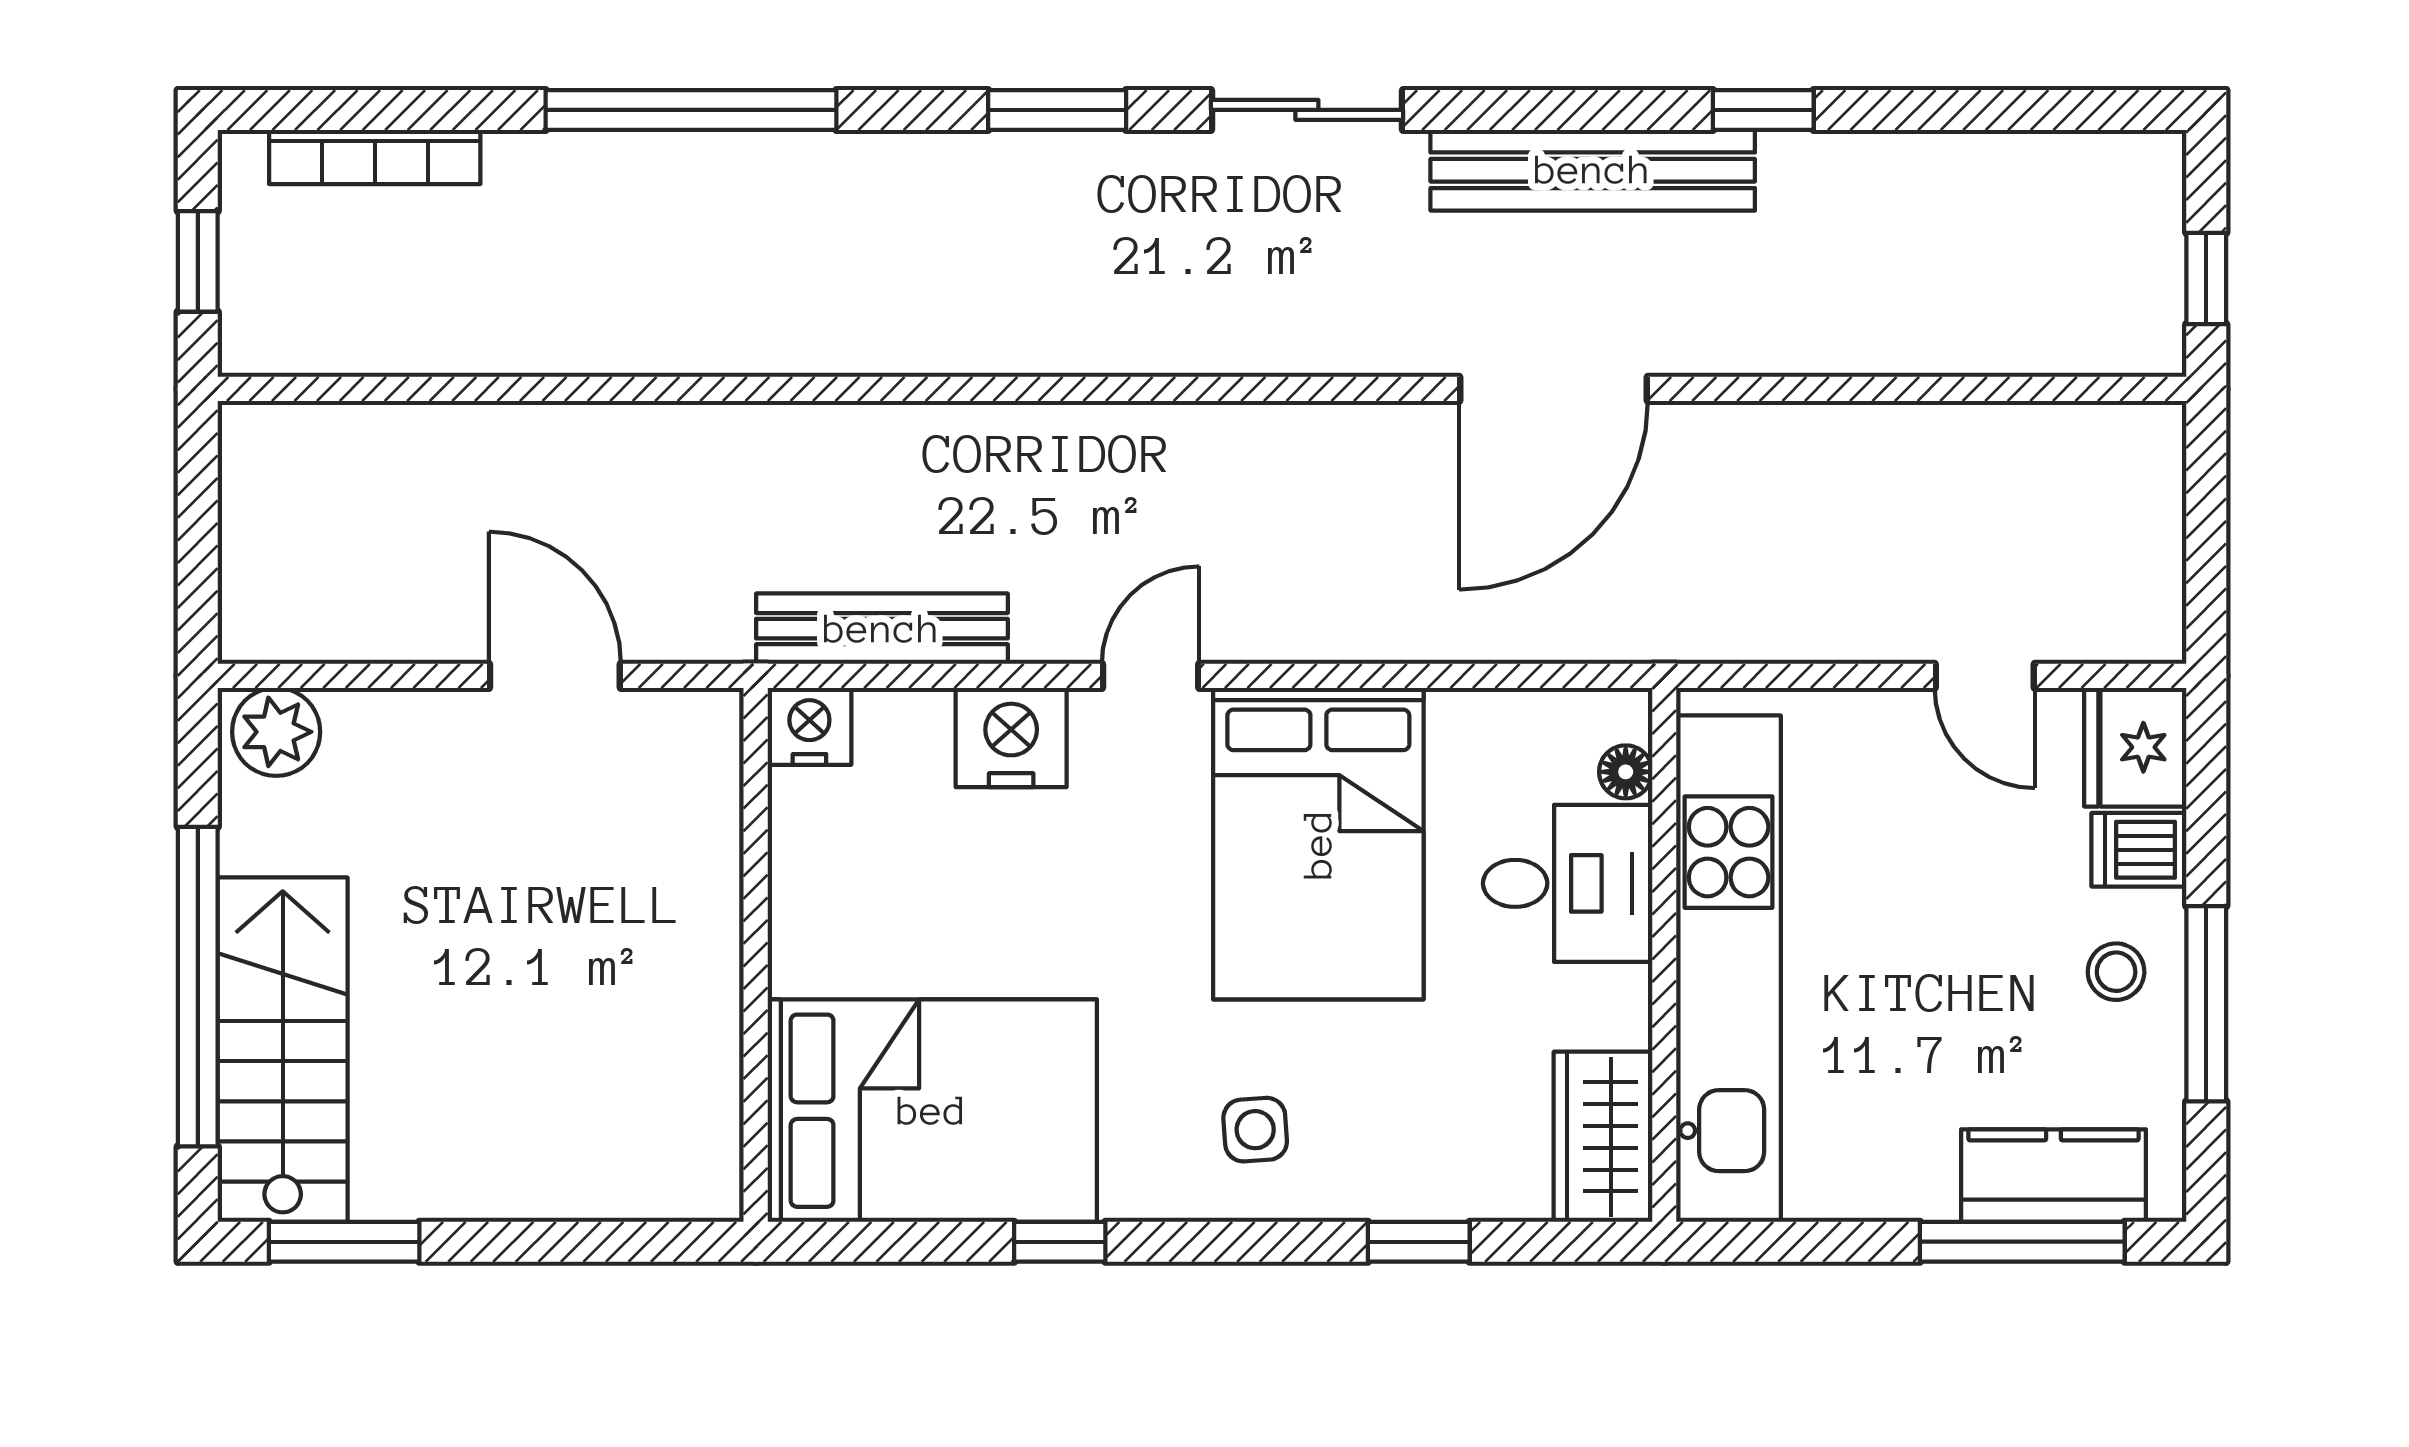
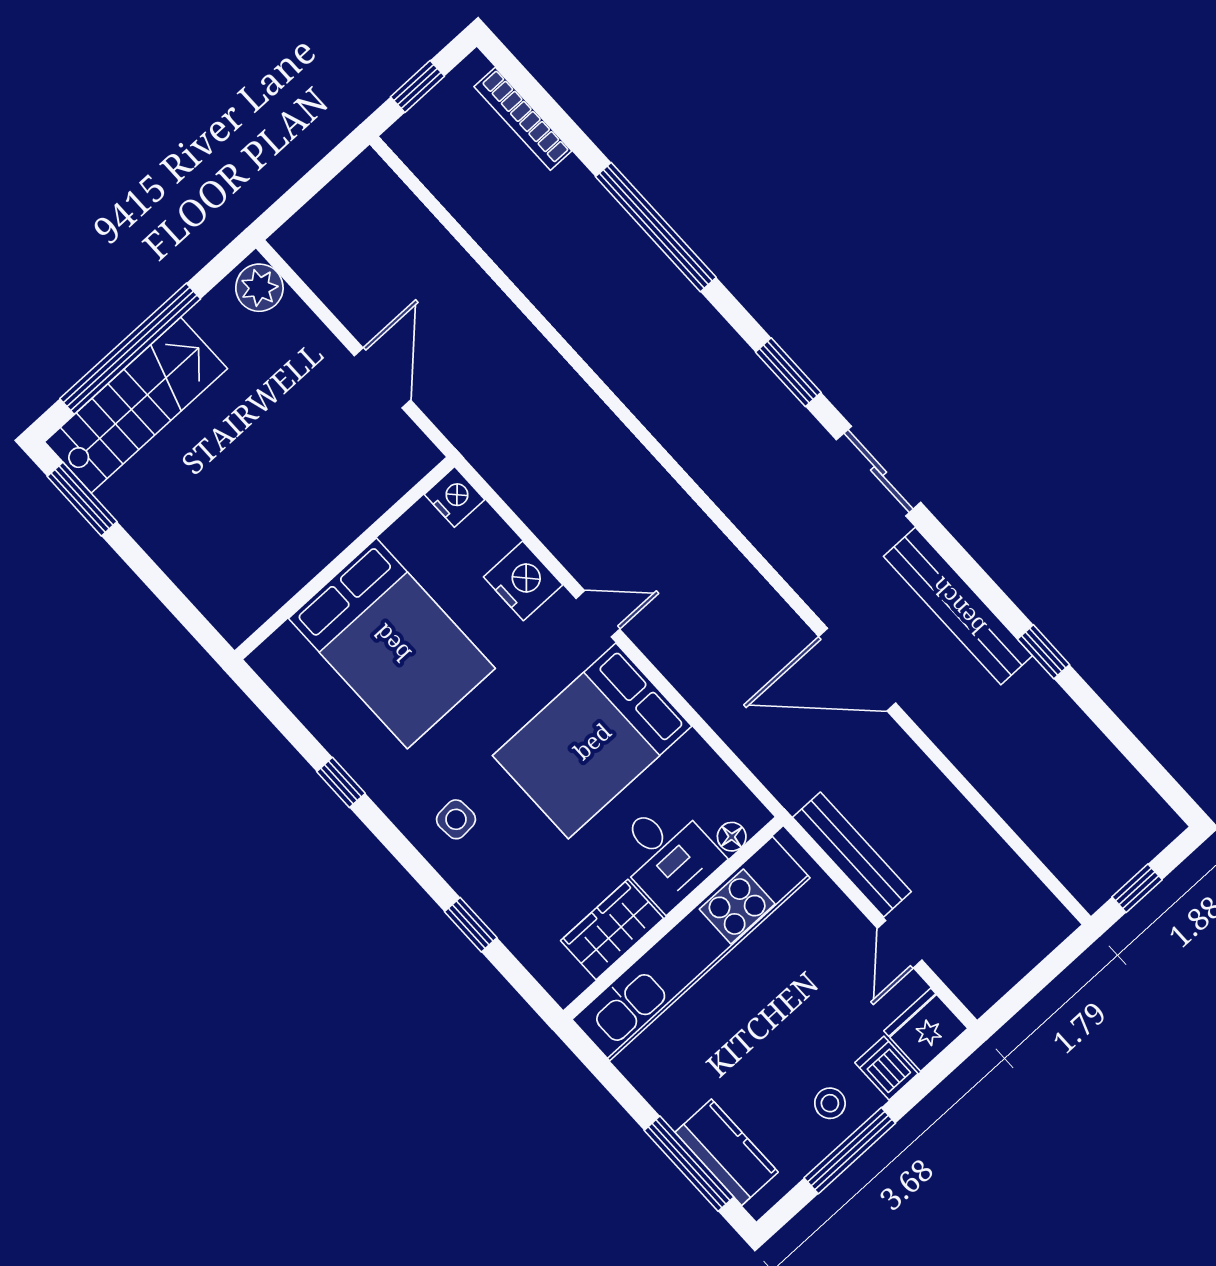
bench: (882, 629) -> (852, 854), moved
bed: (932, 1111) -> (392, 643), moved
wardrobe: (1603, 1137) -> (612, 930), moved

